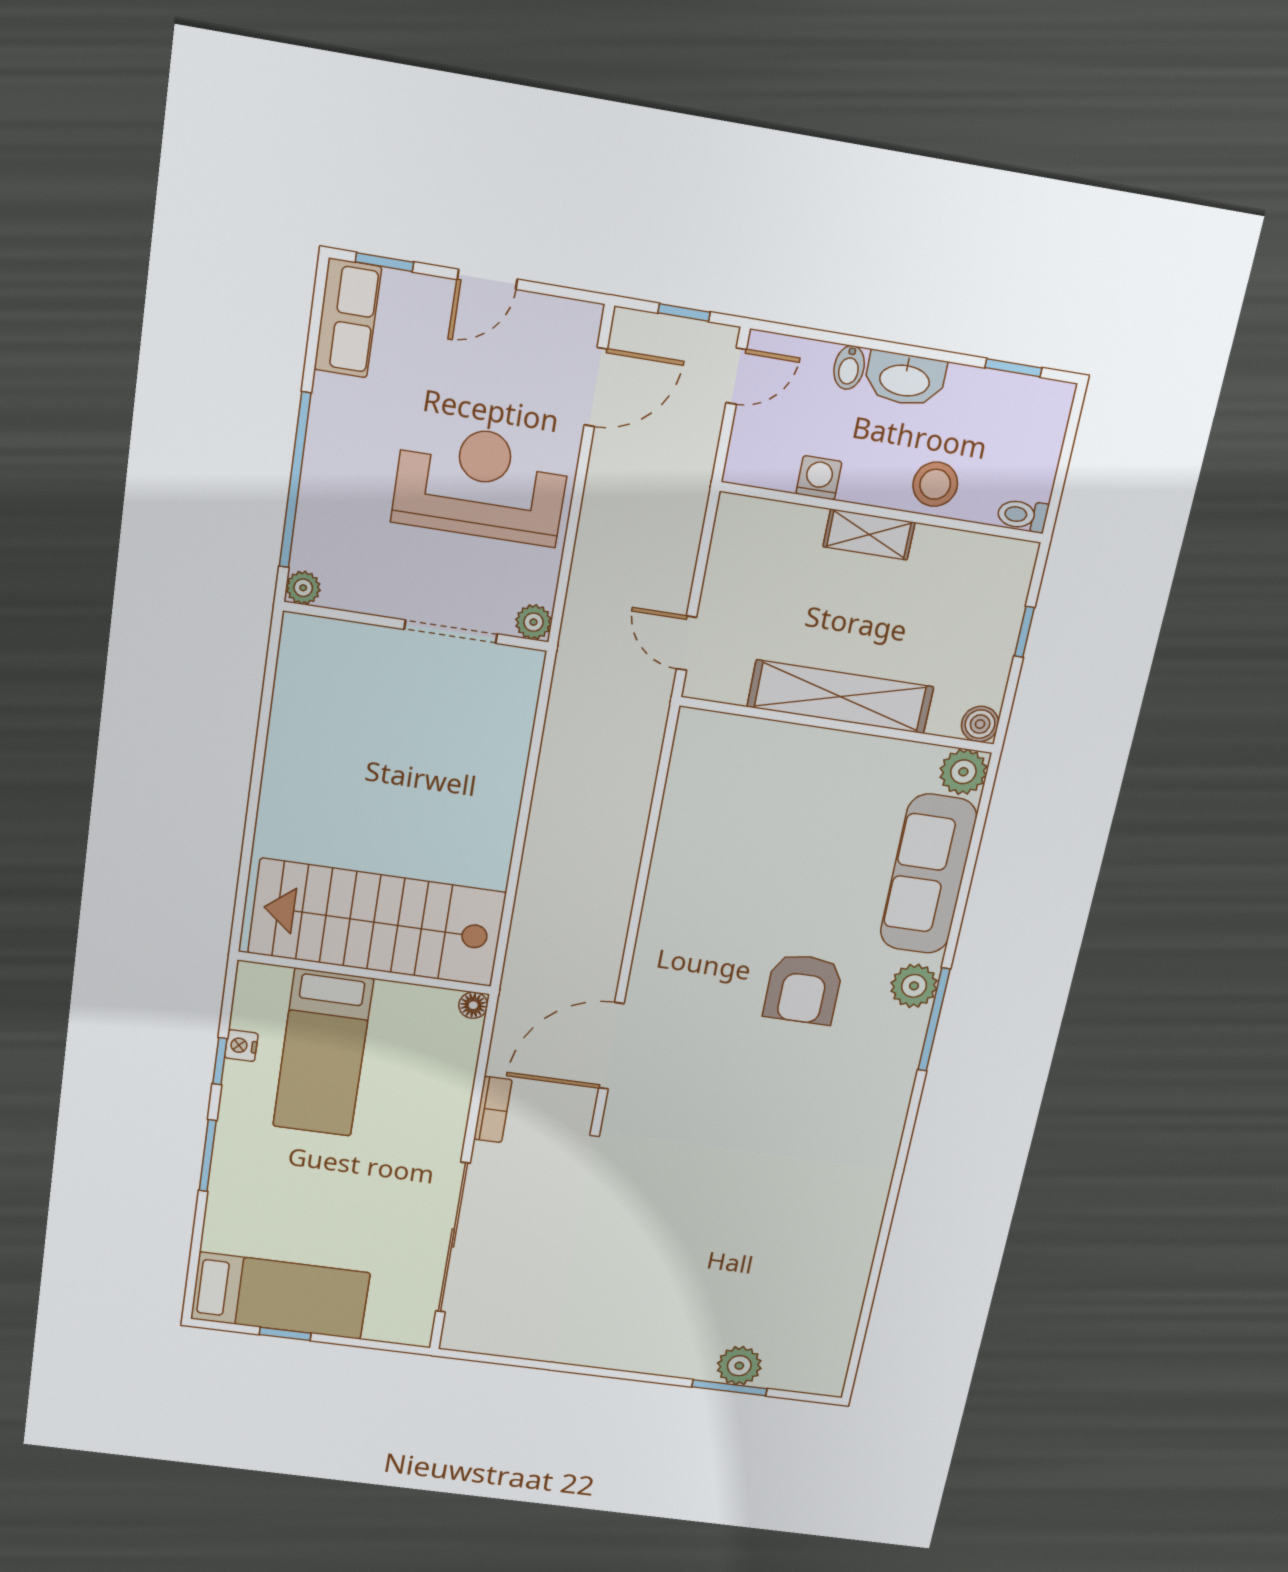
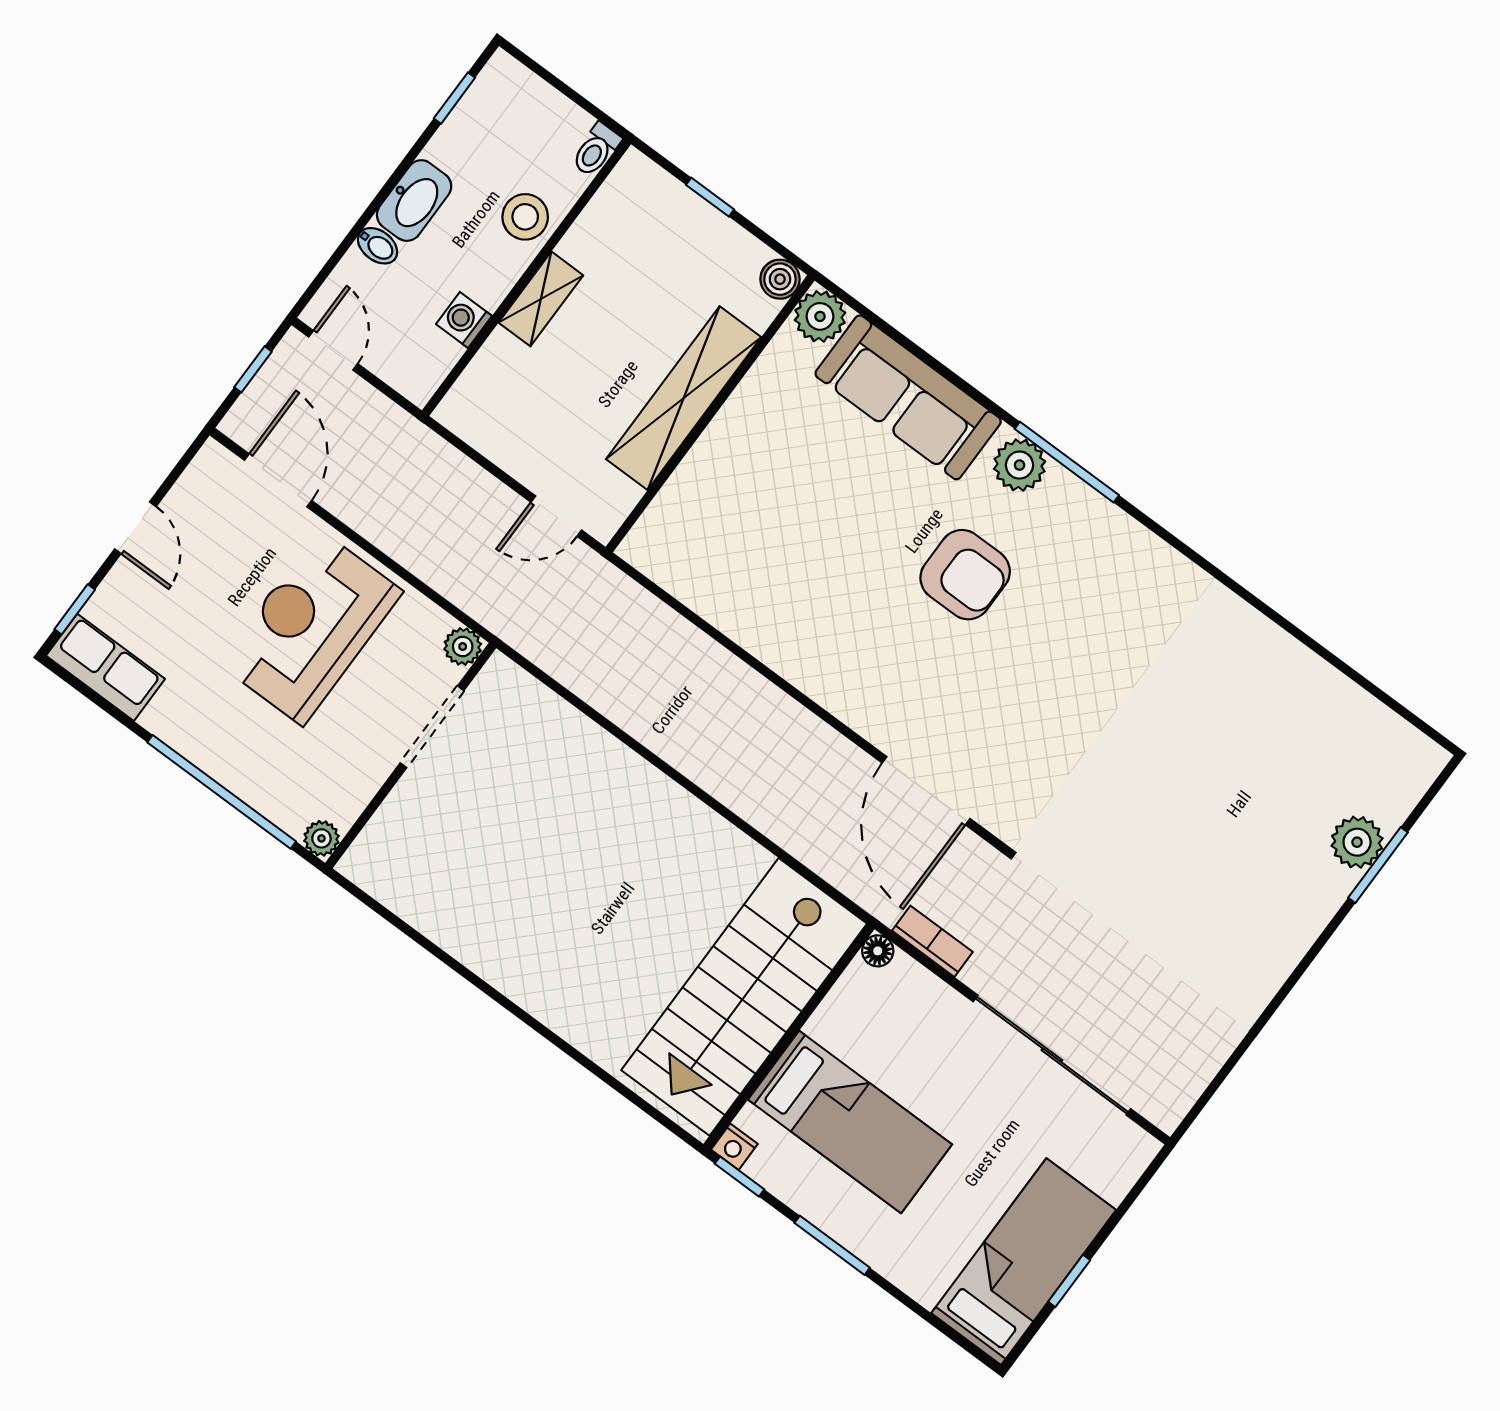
stairs: (377, 923) -> (744, 997), moved
wall: (365, 973) -> (789, 1037), moved
floor lamp: (473, 1005) -> (878, 951), moved
bed: (323, 1053) -> (850, 1122), moved

